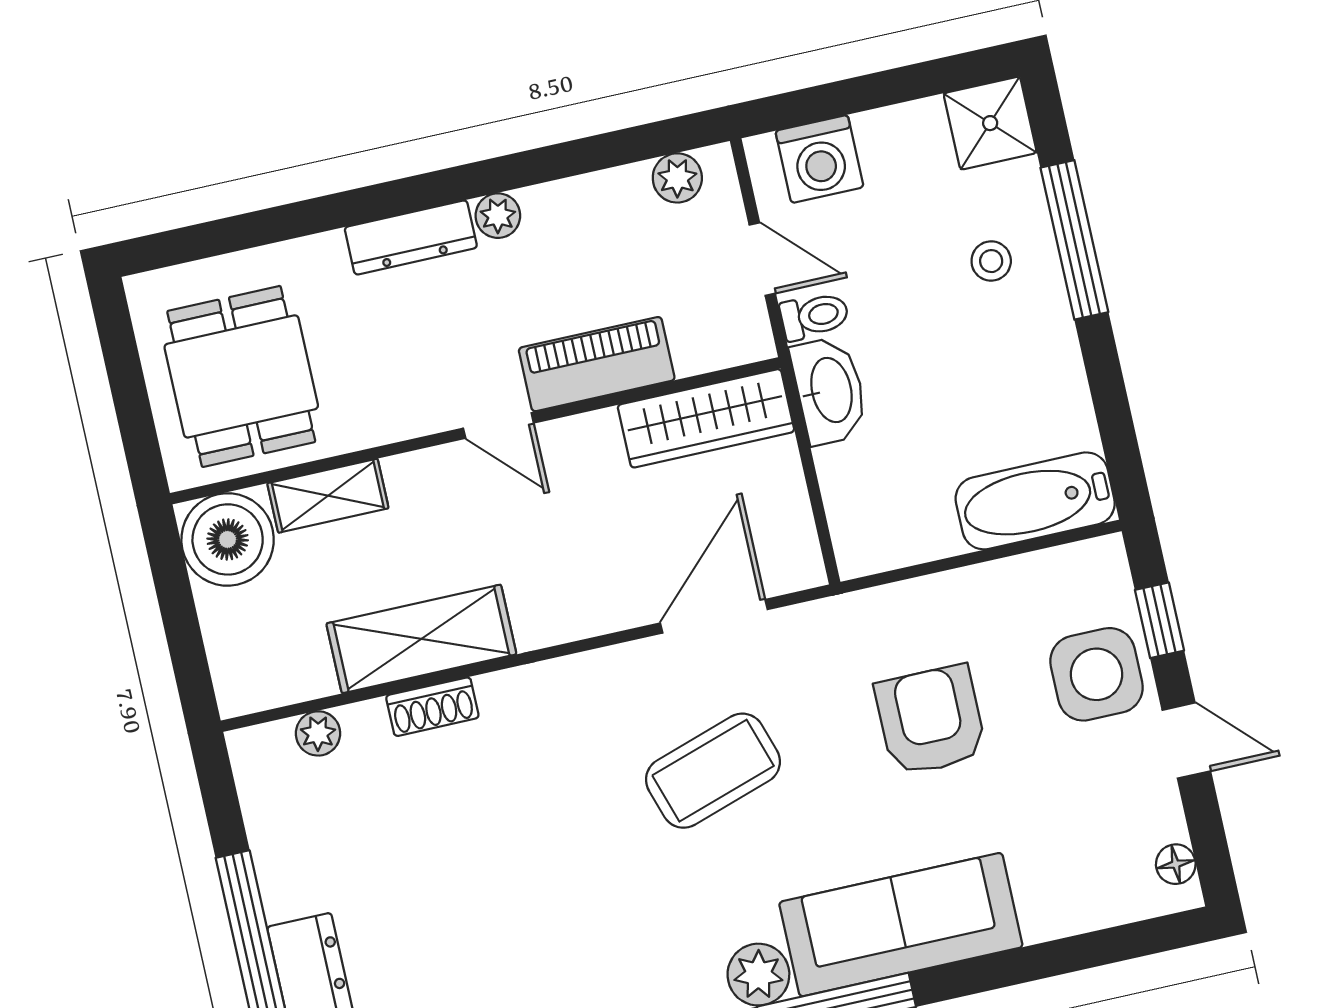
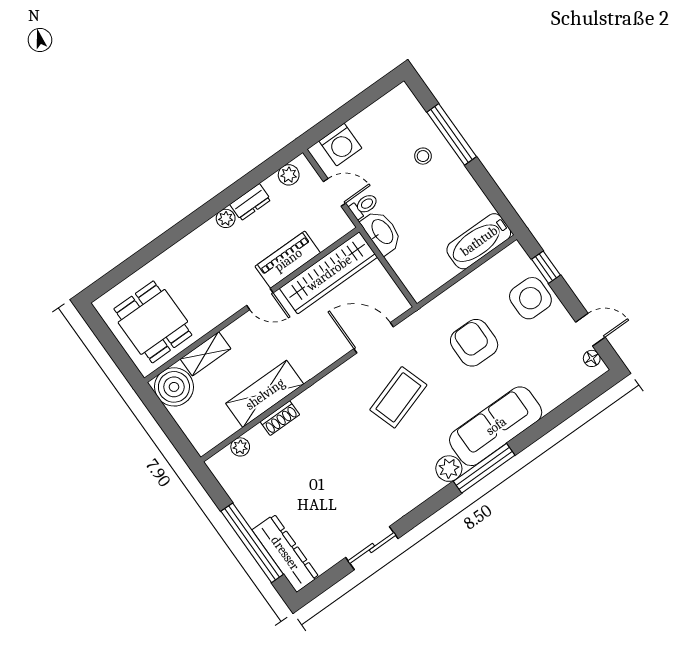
shower: (990, 123) -> (400, 103), removed
dresser: (411, 237) -> (250, 202), moved, width x0.70
wardrobe: (706, 418) -> (329, 273), width x1.40, depth x1.17
door: (714, 616) -> (374, 338), hinge flipped
door: (1186, 741) -> (590, 330), moved

